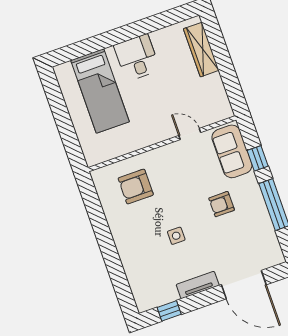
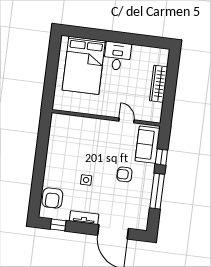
wardrobe: (201, 50) -> (159, 84), moved
bed: (100, 91) -> (84, 65), width x1.50
armchair: (136, 187) -> (52, 198), moved, turned -90

